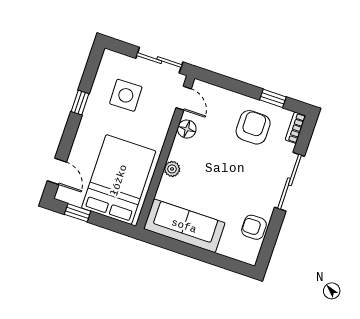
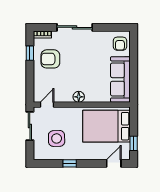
floor lamp: (187, 129) -> (79, 97), moved
plant: (172, 169) -> (90, 98), removed
armchair: (254, 227) -> (120, 44), moved

